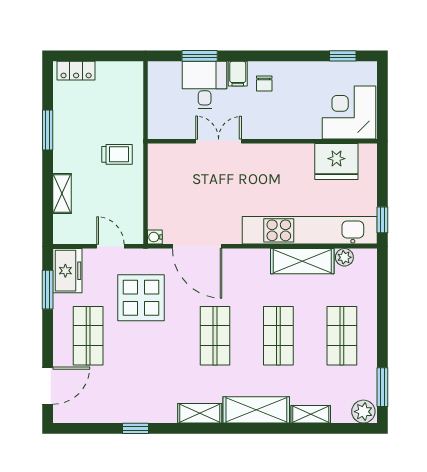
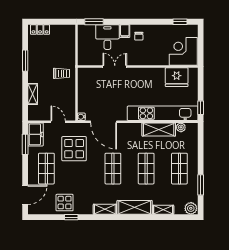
window: (200, 56) -> (94, 22), moved
window: (382, 387) -> (201, 185), moved
display table: (123, 401) -> (65, 203), added

